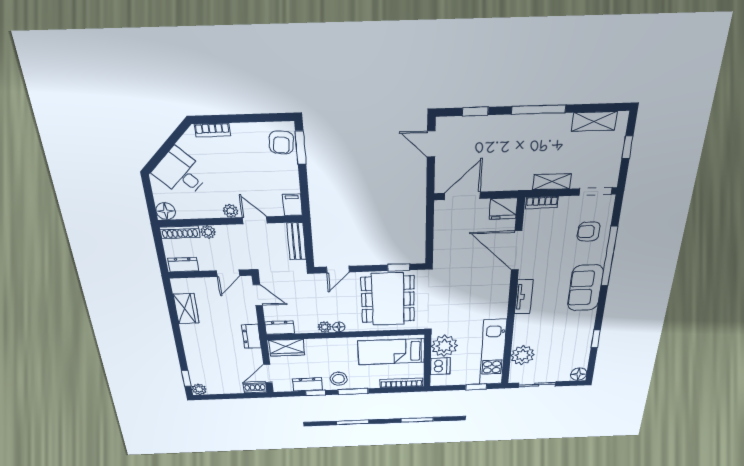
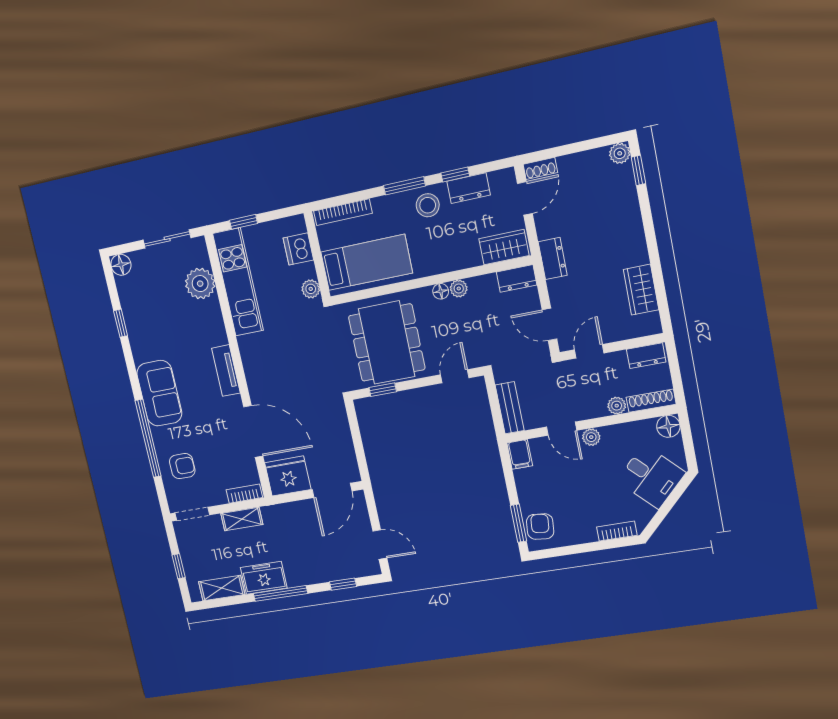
freezer: (550, 126) -> (264, 578), added
fridge: (503, 209) -> (288, 476), width x1.36, depth x1.34
plant: (444, 346) -> (311, 289), width x0.53, depth x0.53

